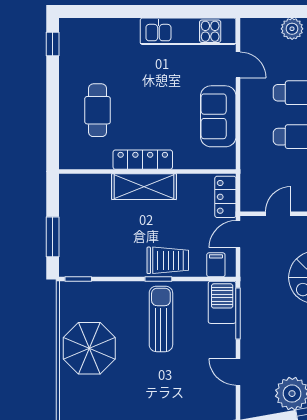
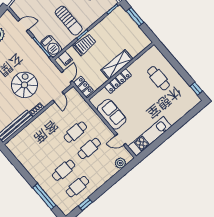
plant: (292, 29) -> (120, 163), moved
locker: (143, 160) -> (118, 81), moved
trolley: (168, 260) -> (85, 45), turned 180

